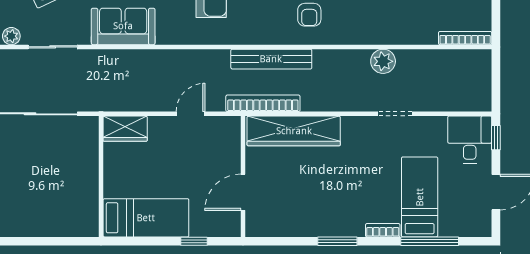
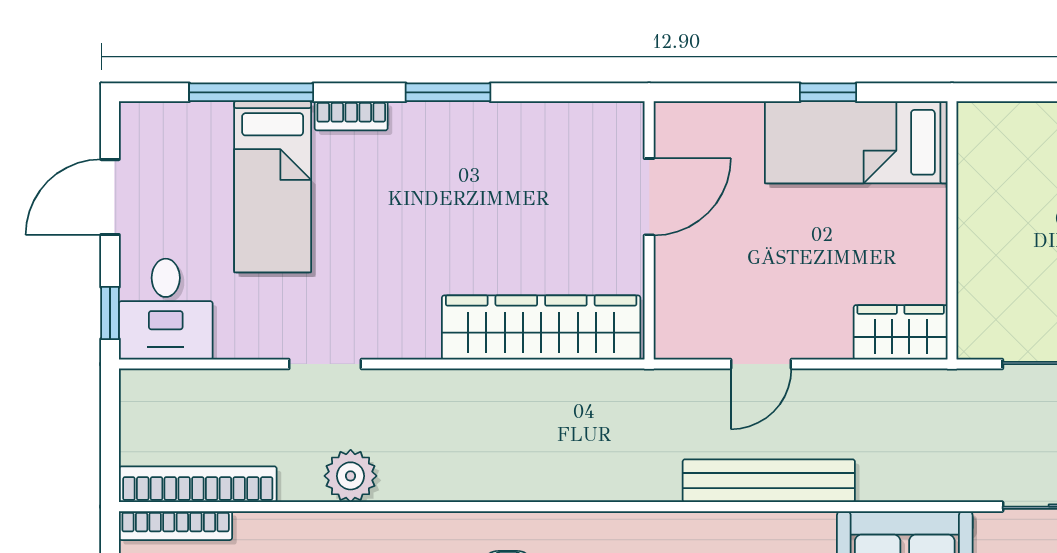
bench: (271, 59) -> (769, 481), moved
bookcase: (263, 103) -> (198, 484), moved, turned 180
window: (194, 241) -> (828, 92), moved

